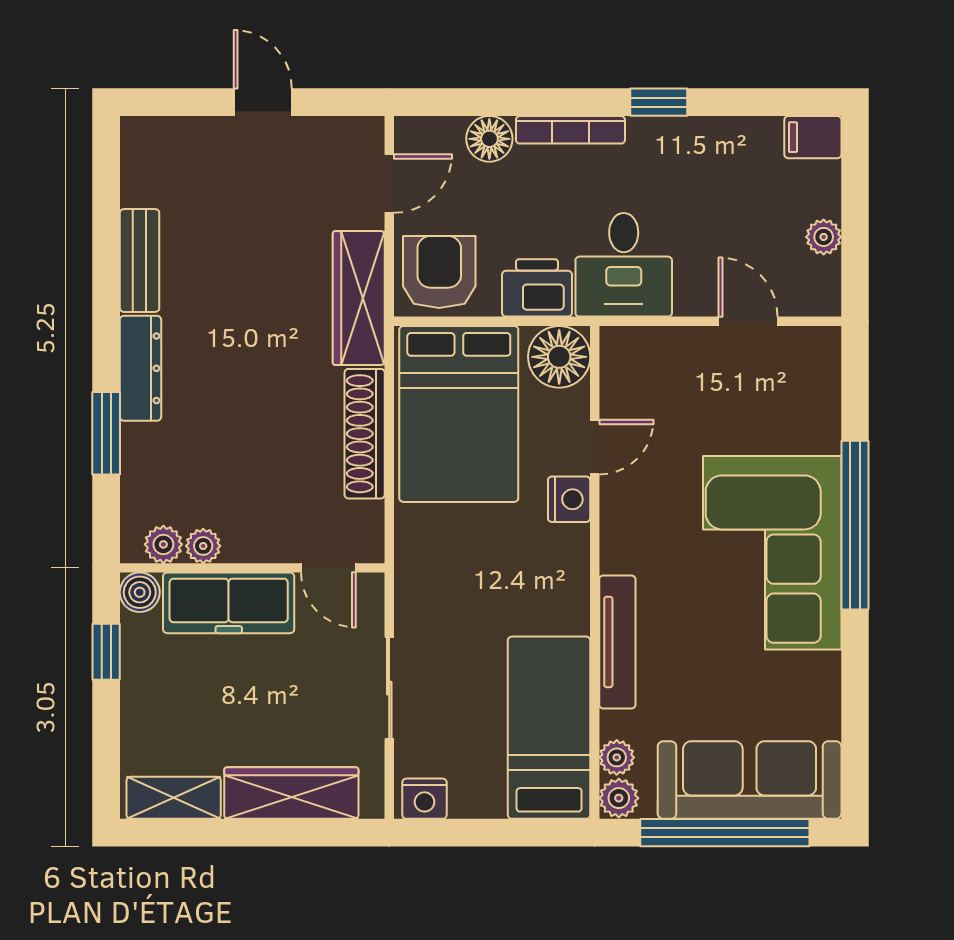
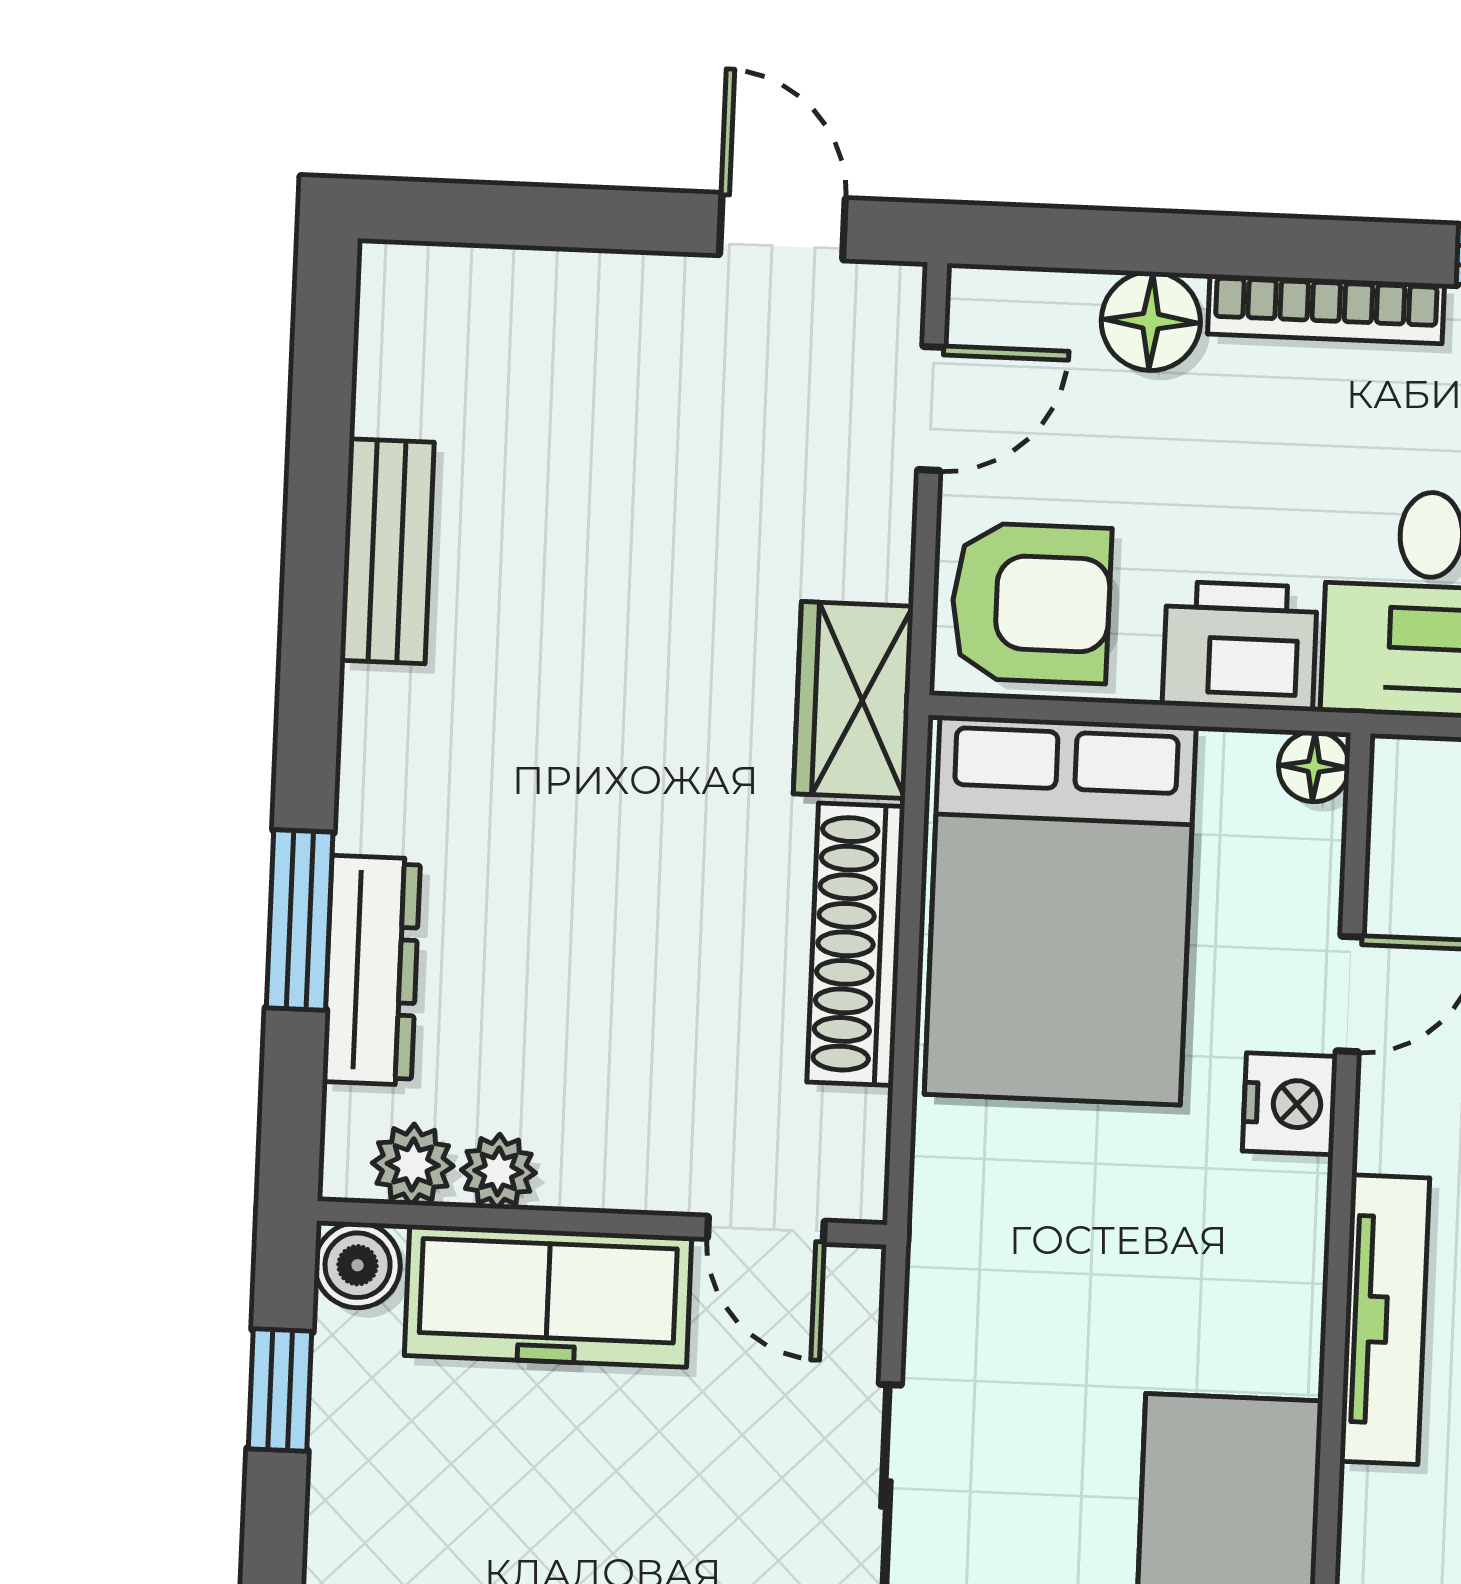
door: (263, 102) -> (782, 227), moved
armchair: (439, 272) -> (1031, 603), turned 90
wardrobe: (359, 298) -> (853, 700), width x0.67
floor lamp: (559, 357) -> (1314, 767), width x0.53, depth x0.53
dresser: (140, 368) -> (371, 970), moved
tv unit: (617, 642) -> (1385, 1320), moved

